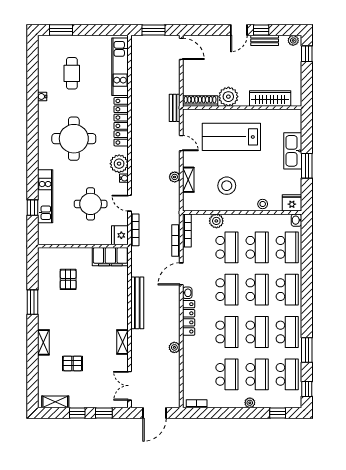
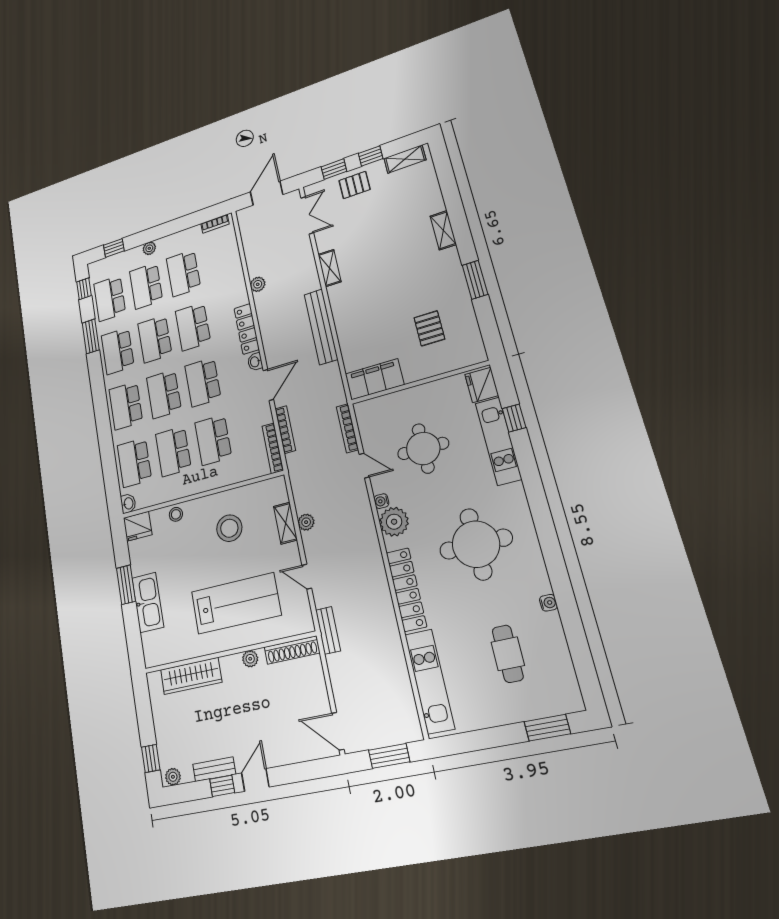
plant: (228, 97) -> (250, 659), width x0.53, depth x0.53
plant: (216, 221) -> (234, 473), removed
fridge: (120, 235) -> (482, 385), moved, turned 180
pallet: (72, 363) -> (354, 185), moved

